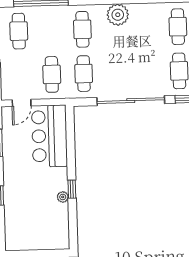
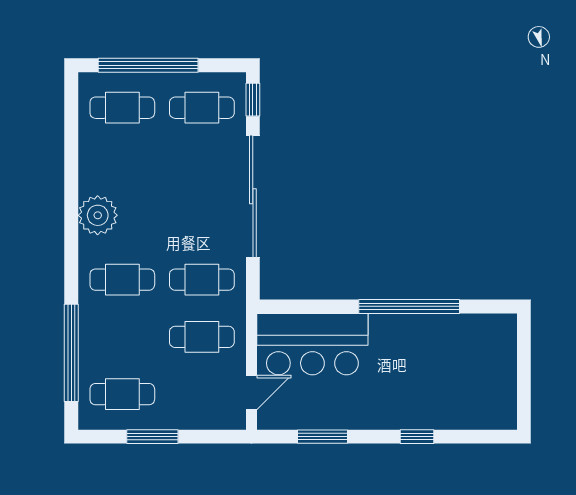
door: (22, 103) -> (252, 393), hinge flipped
window: (72, 189) -> (409, 306), width x3.17
plant: (63, 197) -> (423, 323), removed

